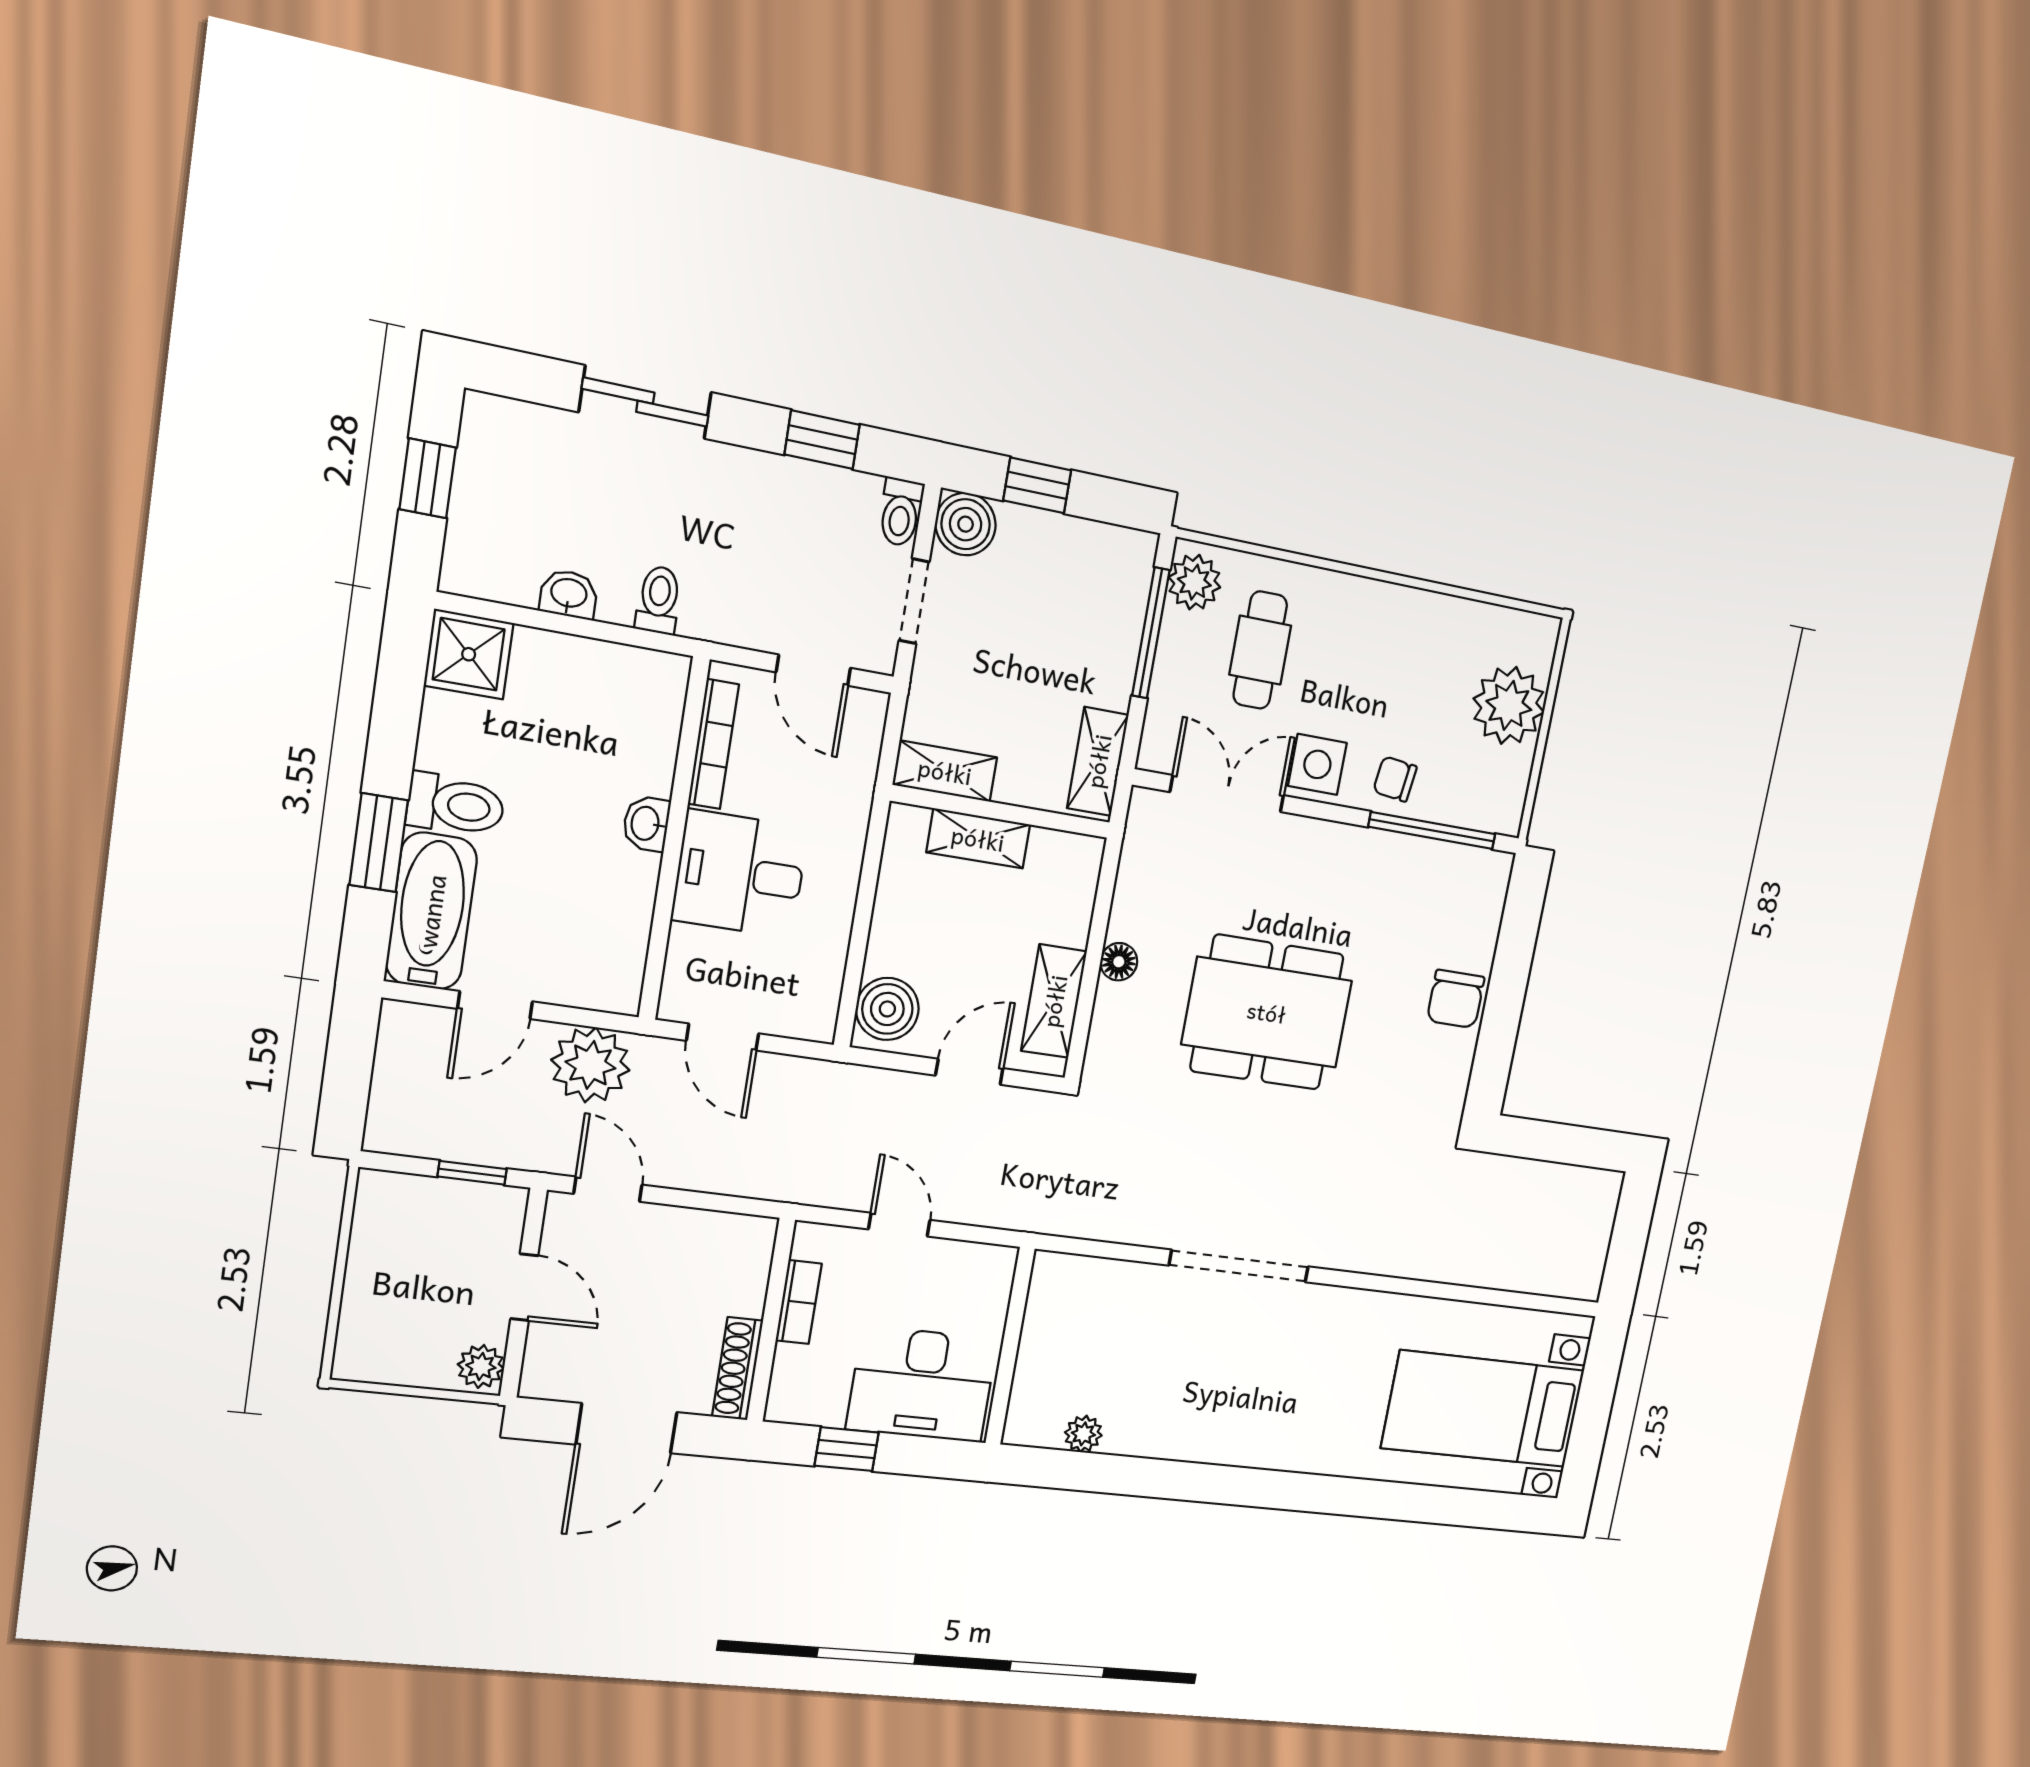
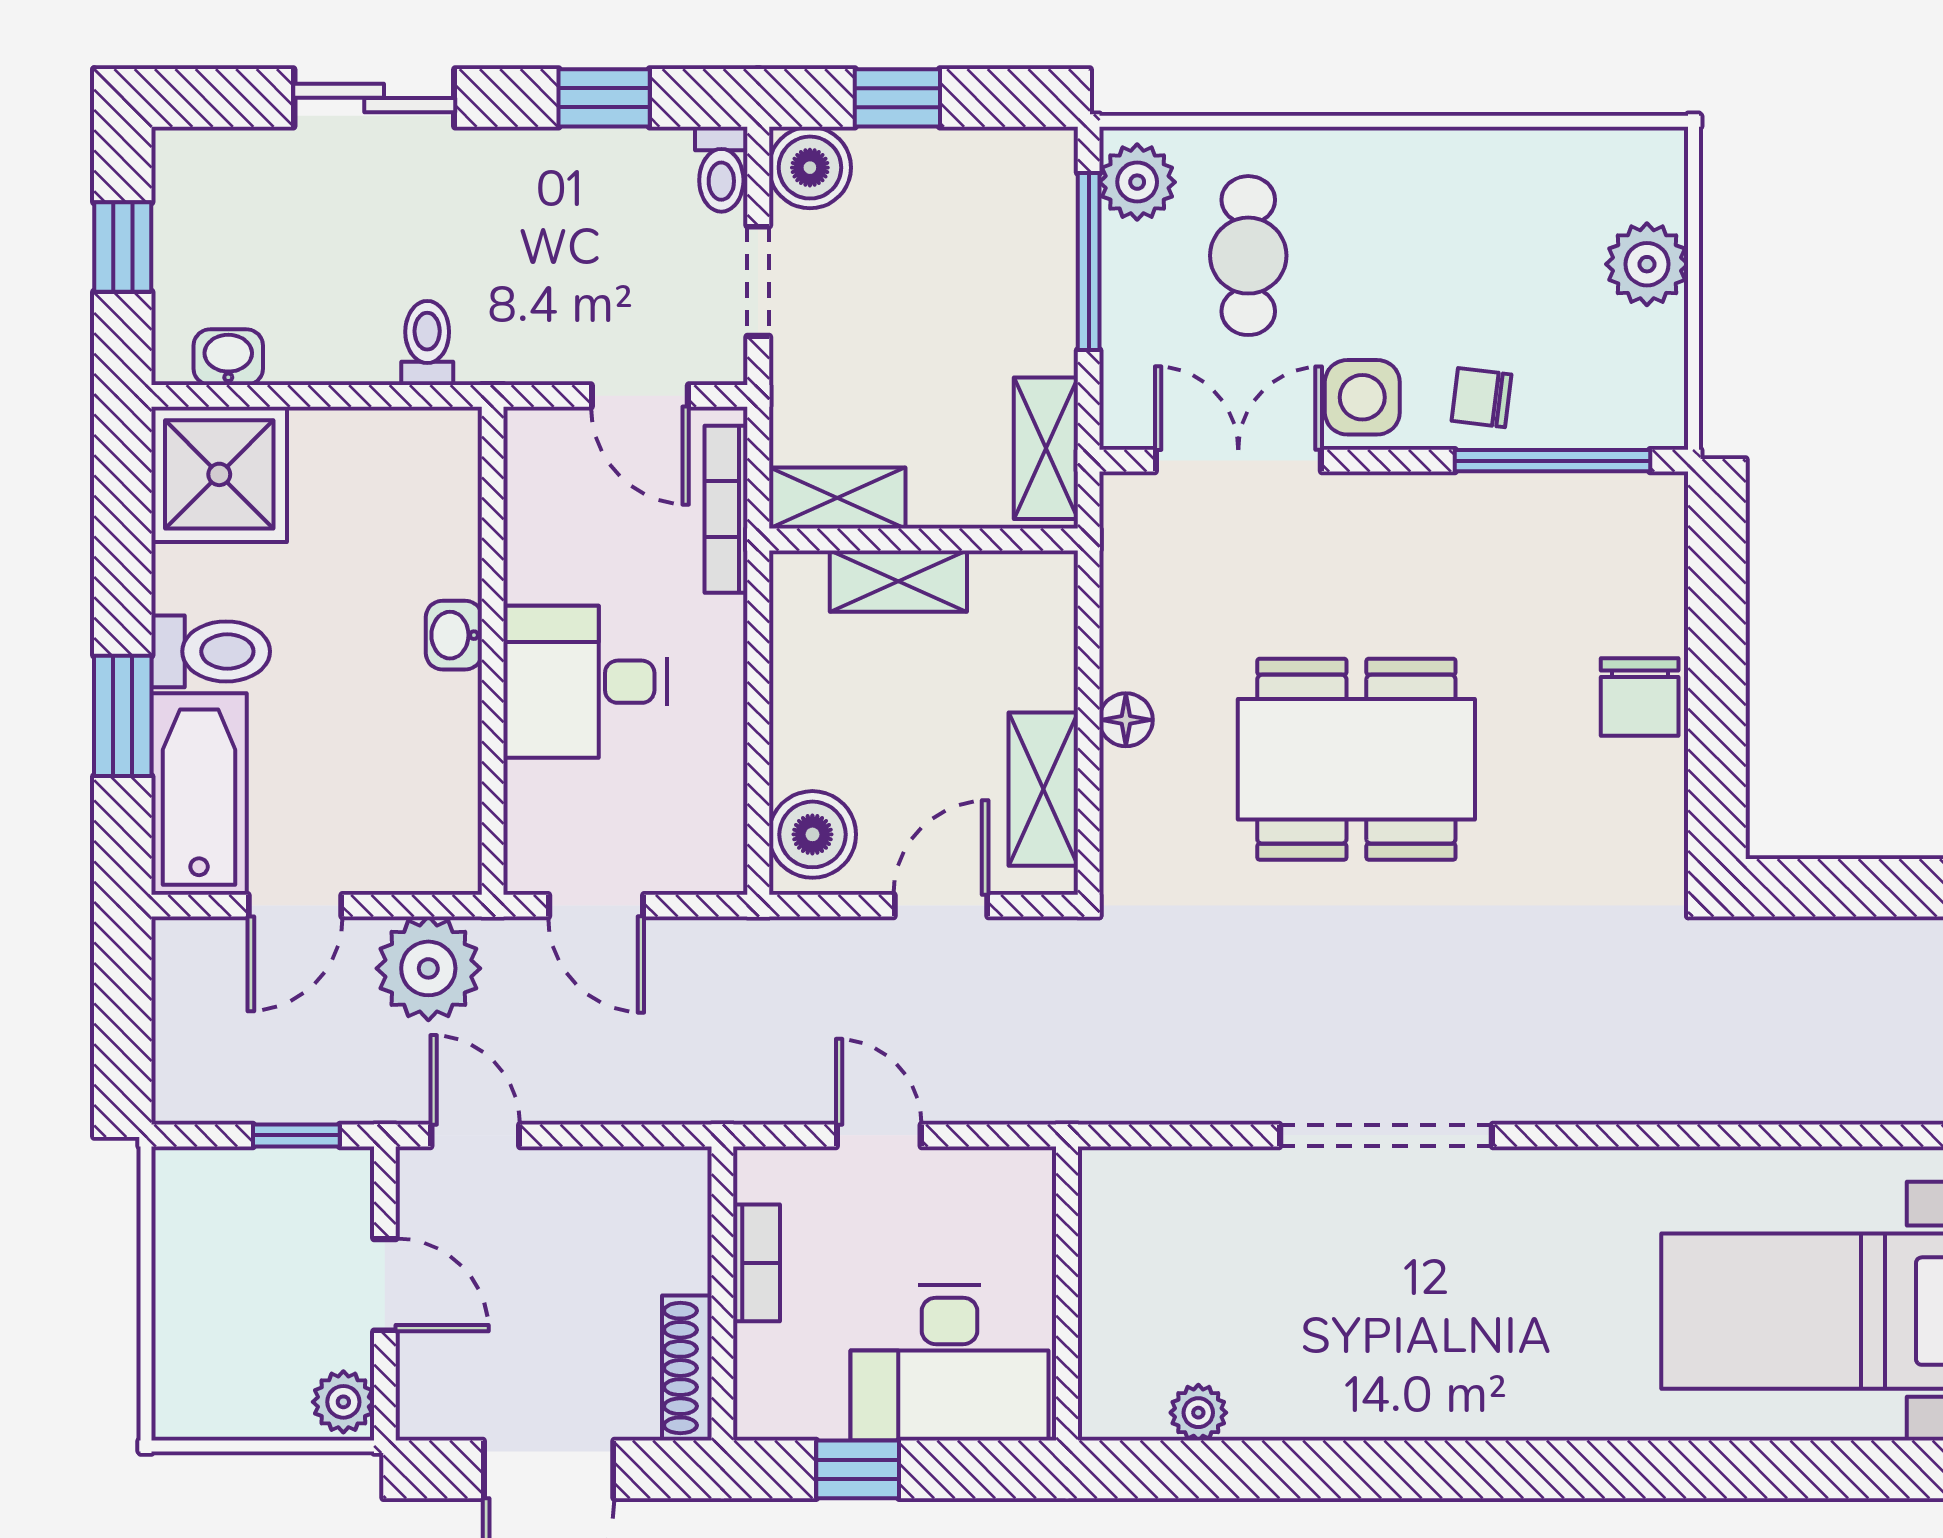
washbasin: (569, 594) -> (228, 357), moved
shower: (469, 654) -> (219, 474), width x1.36, depth x1.36
plant: (1509, 705) -> (1647, 264), width x0.73, depth x0.73
bookcase: (713, 744) -> (726, 509), moved, turned 180

